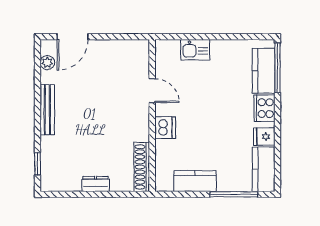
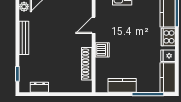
door: (152, 91) -> (94, 25), swing flipped
shoe rack: (142, 167) -> (87, 64), moved
dresser: (96, 184) -> (39, 87), moved

